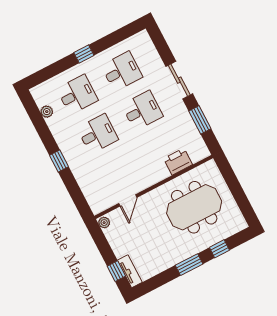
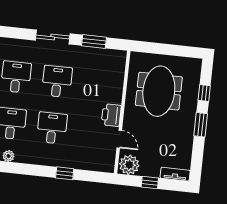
window: (59, 161) -> (65, 173), moved
printer: (178, 162) -> (111, 115), moved
plant: (104, 223) -> (129, 165), width x1.88, depth x1.88
window: (116, 271) -> (150, 183), moved

